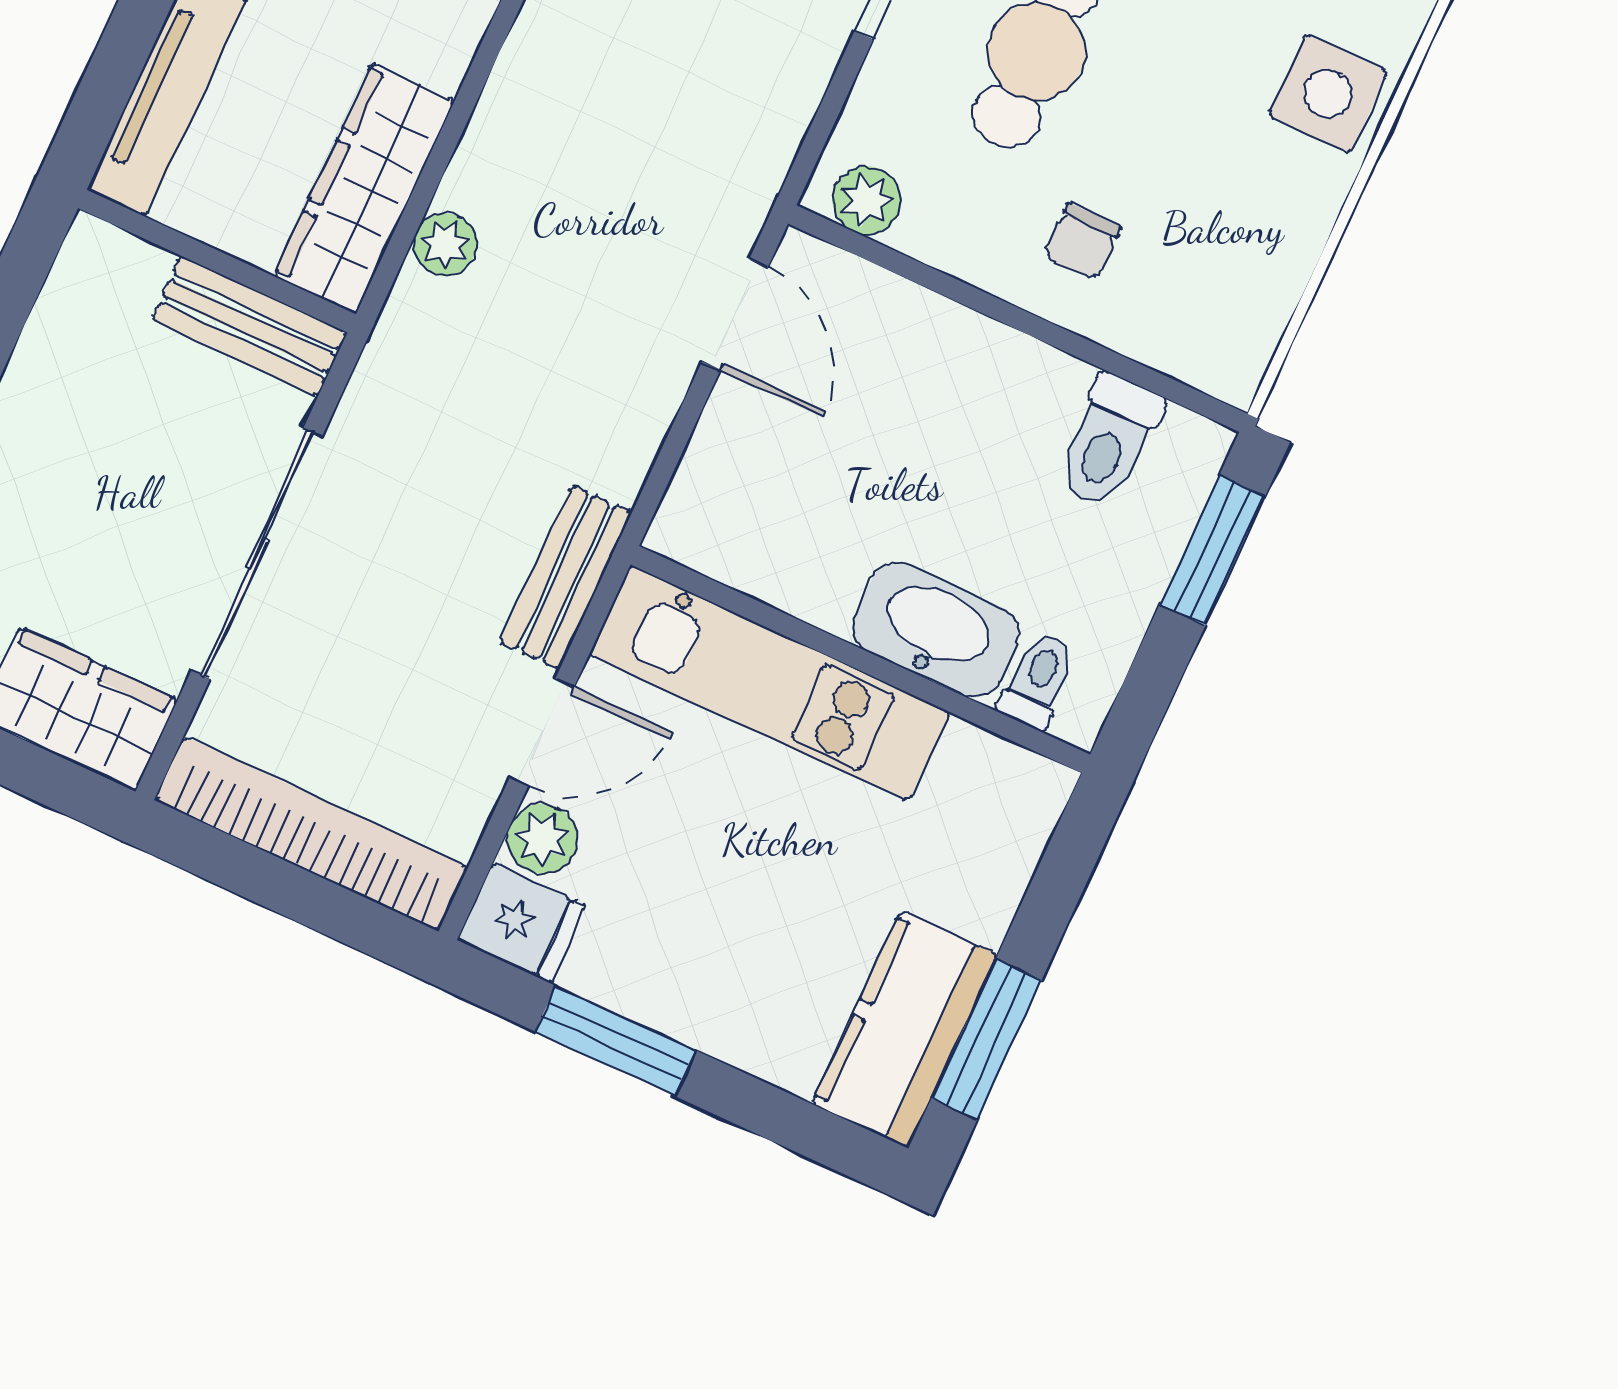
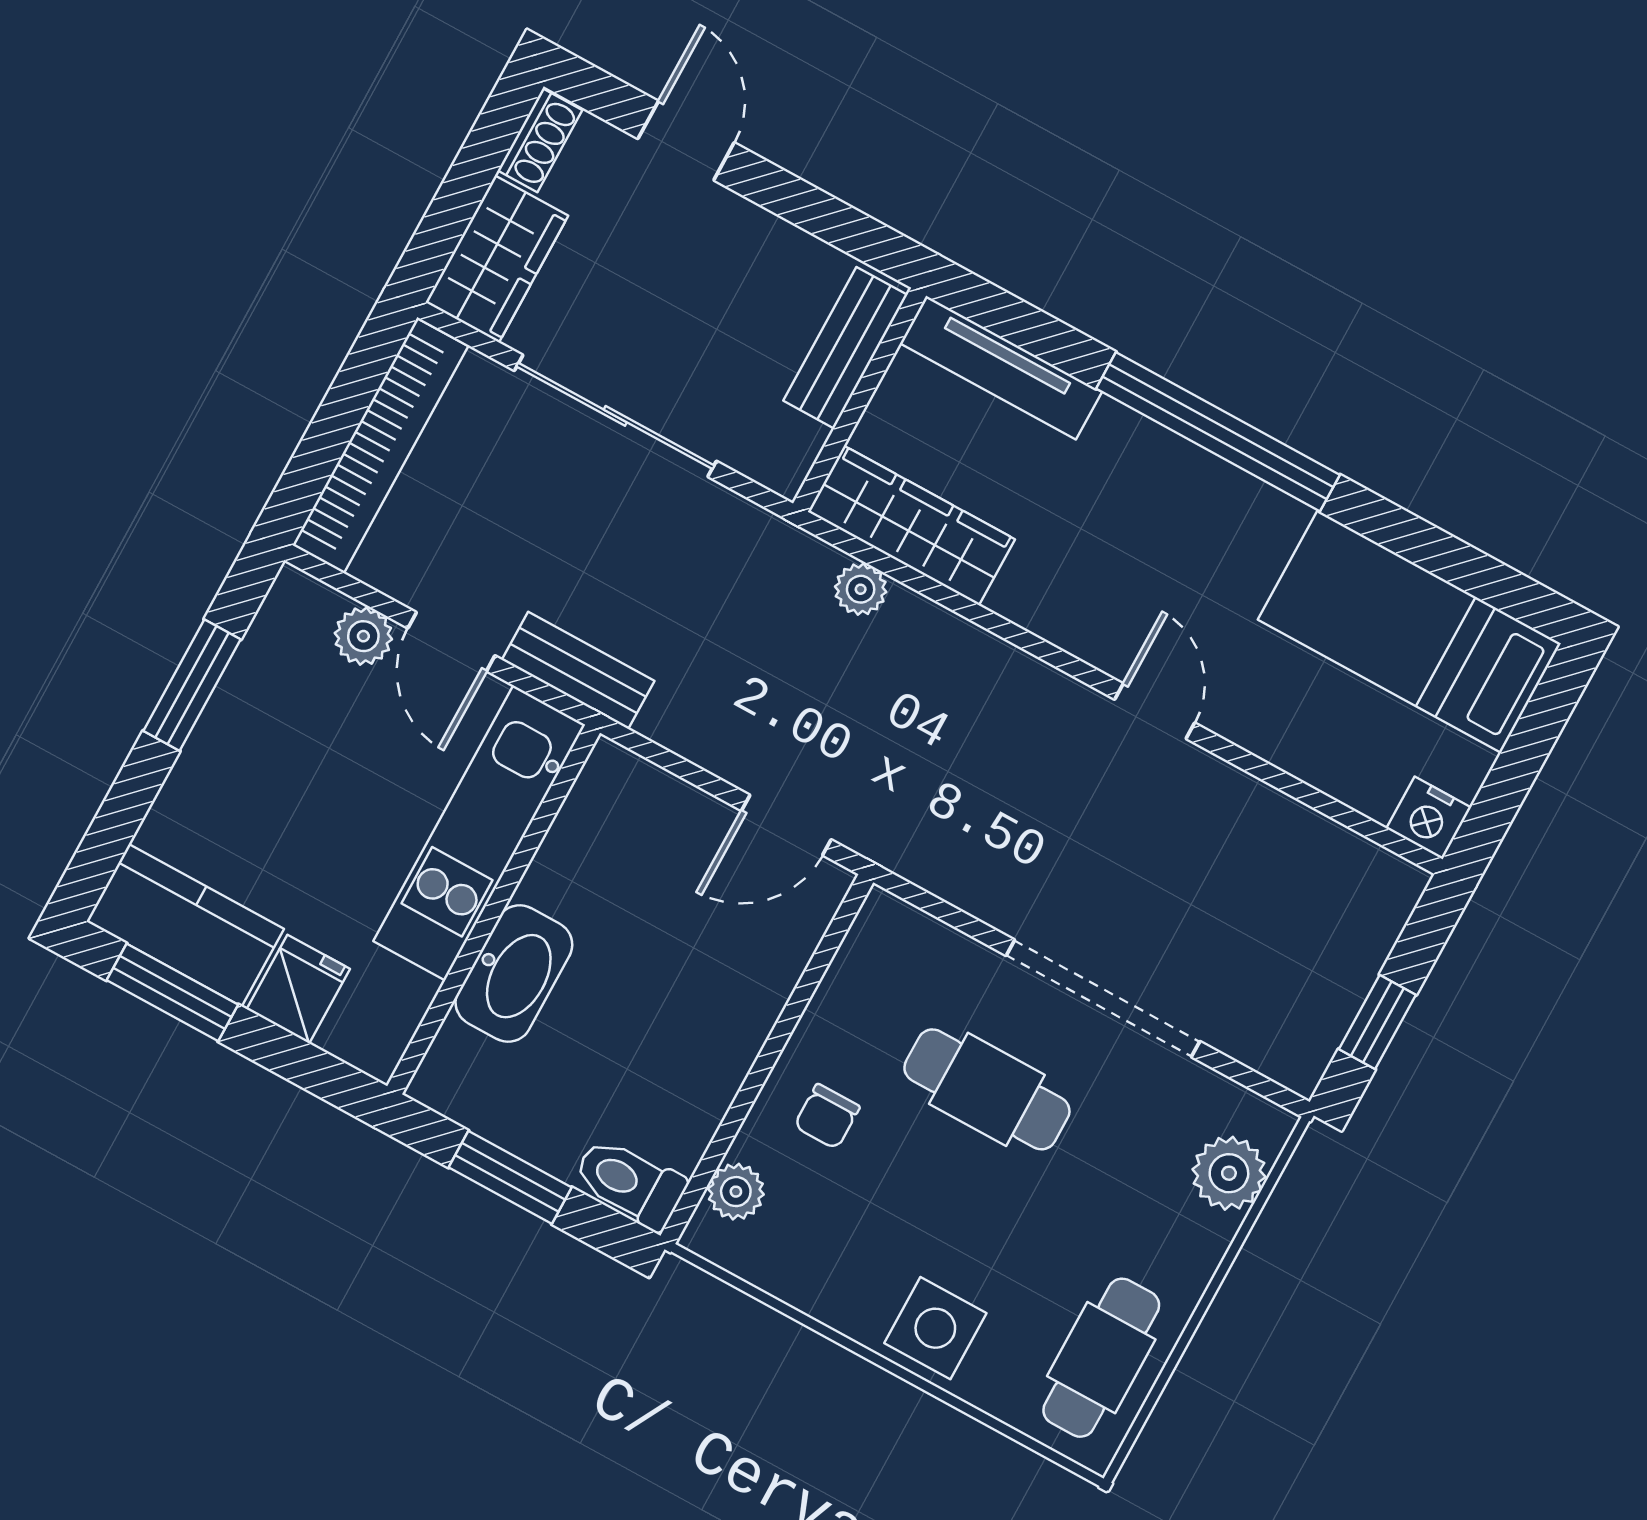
plant: (866, 200) -> (736, 1192), moved
chair: (1082, 242) -> (827, 1116), turned -90
bench: (249, 326) -> (845, 348), moved
toilet: (1109, 441) -> (630, 1183), moved
window: (1212, 550) -> (510, 1177), moved
toilet: (1038, 680) -> (467, 1055), removed
fridge: (522, 923) -> (298, 989), moved, turned 180

